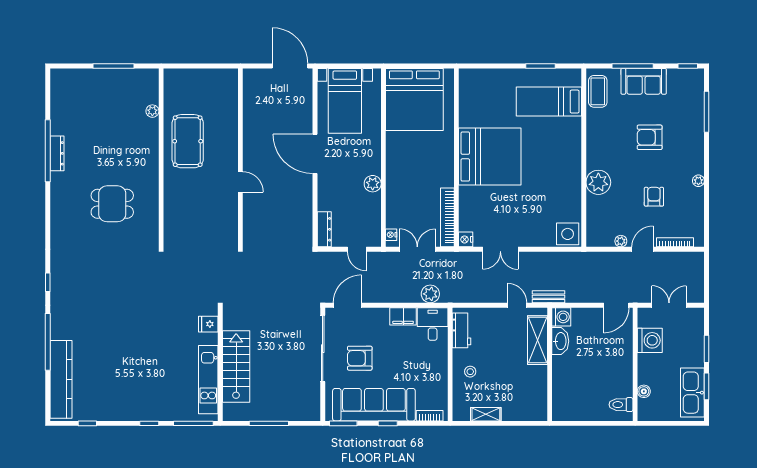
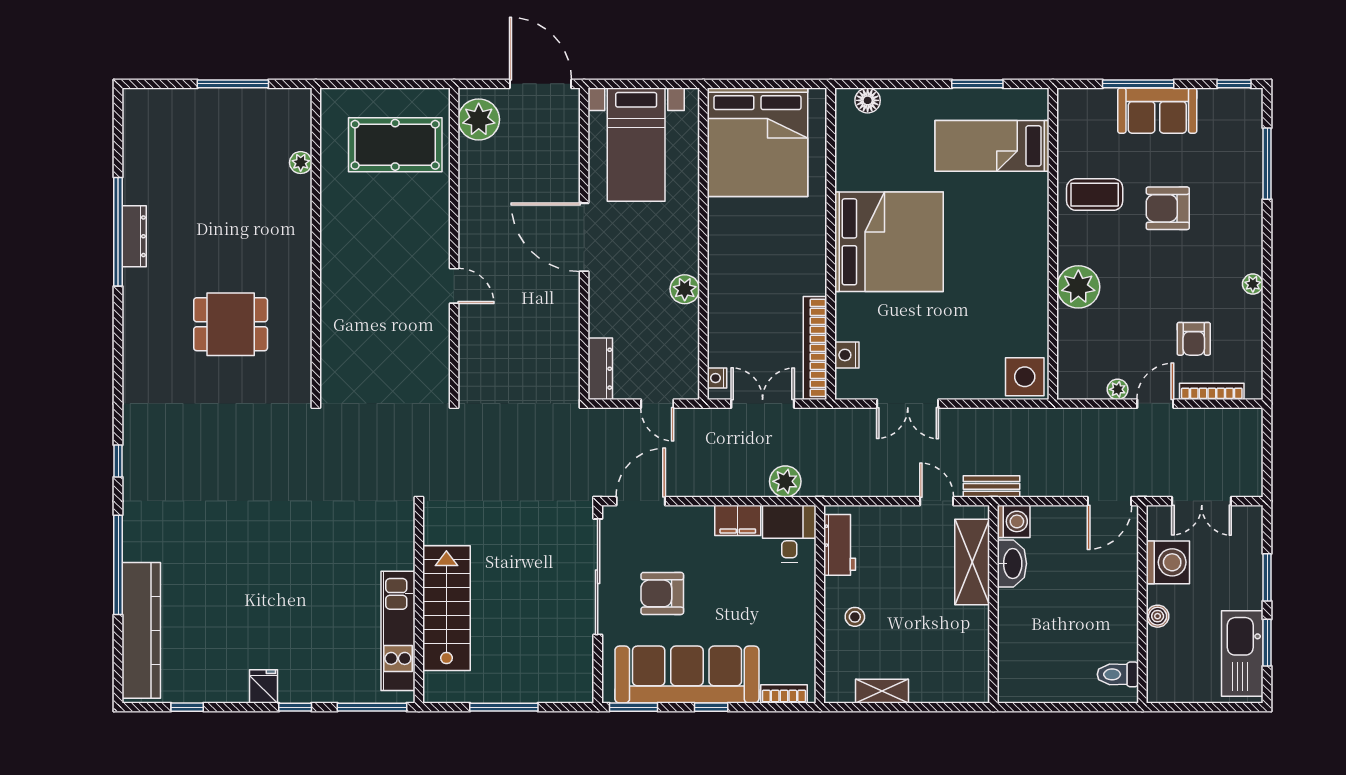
floor lamp: (478, 75) -> (868, 100), added
plant: (255, 86) -> (479, 119), added
coffee table: (598, 91) -> (1095, 195), moved, turned 90
pool table: (188, 141) -> (395, 145), moved, turned 90
armchair: (654, 197) -> (1194, 339), moved, turned 180
nightstand: (466, 239) -> (847, 355), moved
double door: (669, 305) -> (1202, 501), swing flipped
fridge: (208, 324) -> (264, 686), moved, turned 90
boiler: (644, 391) -> (1158, 616), moved

